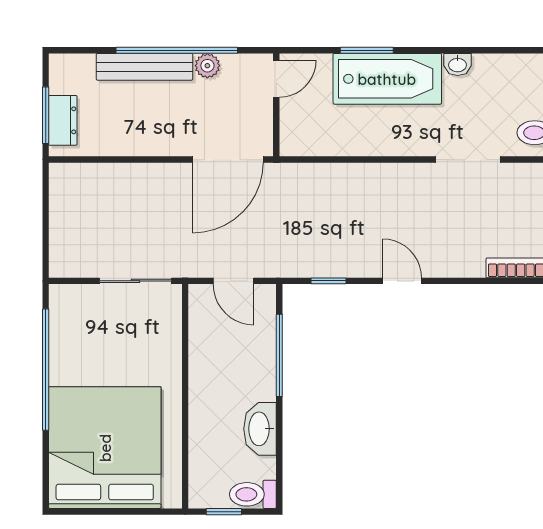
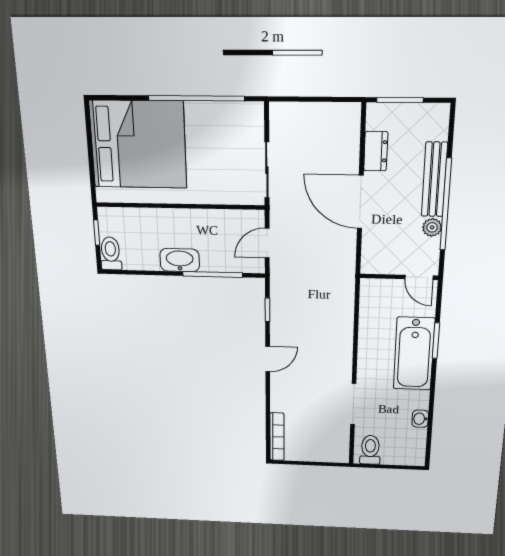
washbasin: (458, 64) -> (420, 419), moved
dresser: (63, 120) -> (376, 151), moved, turned -90
door: (228, 160) -> (360, 202), moved
washbasin: (260, 429) -> (180, 260), moved

